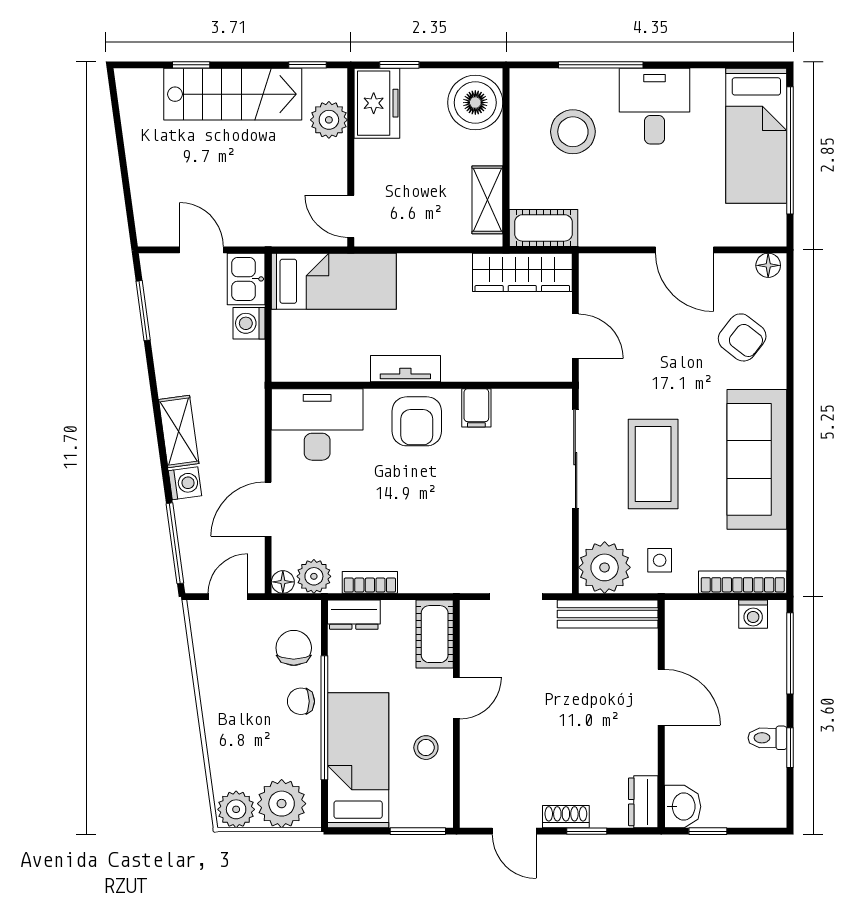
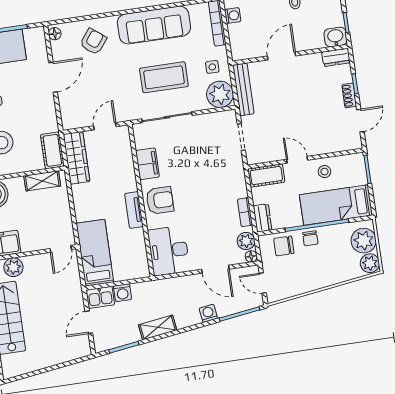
filing cabinet: (476, 408) -> (147, 164), width x2.00
shelving: (179, 432) -> (158, 327), moved

